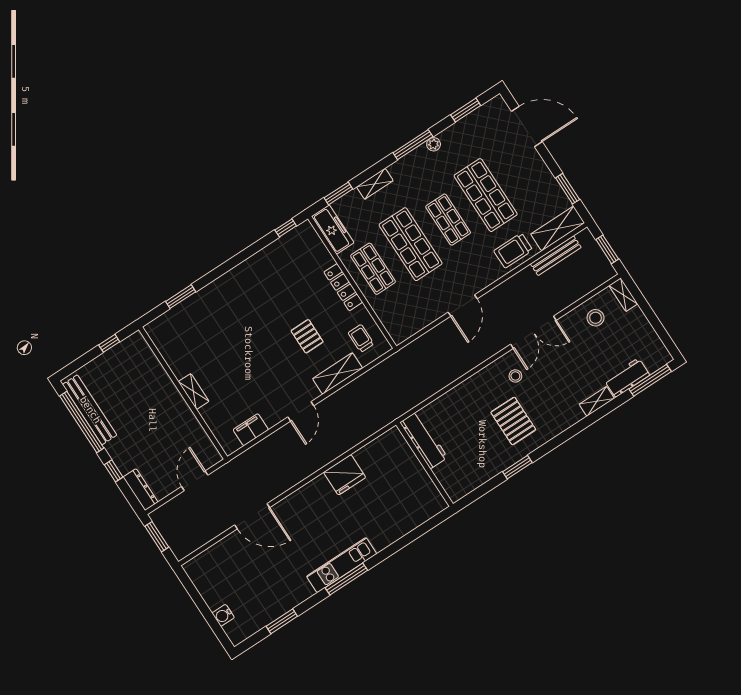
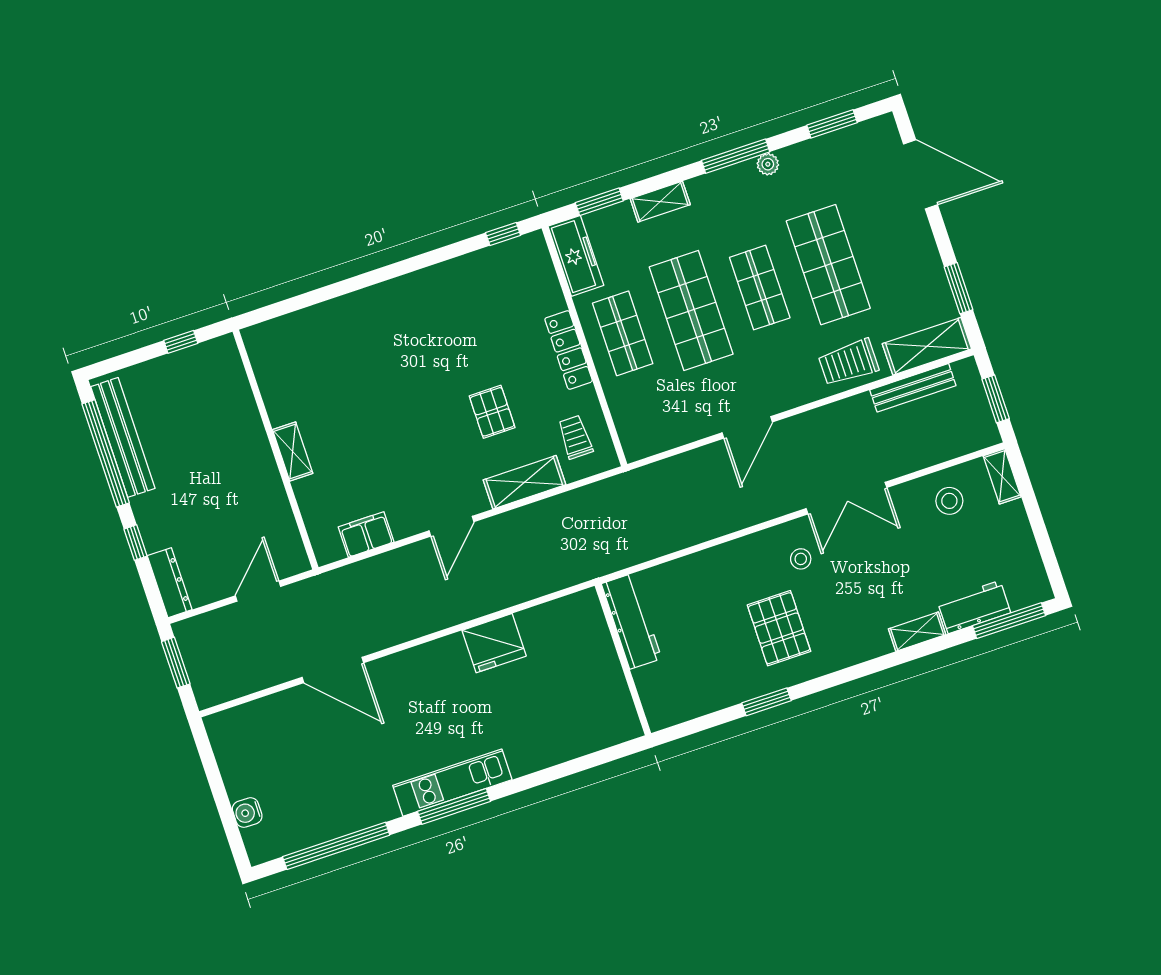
window: (181, 297) -> (311, 298), removed
window: (282, 621) -> (336, 846), width x2.11

